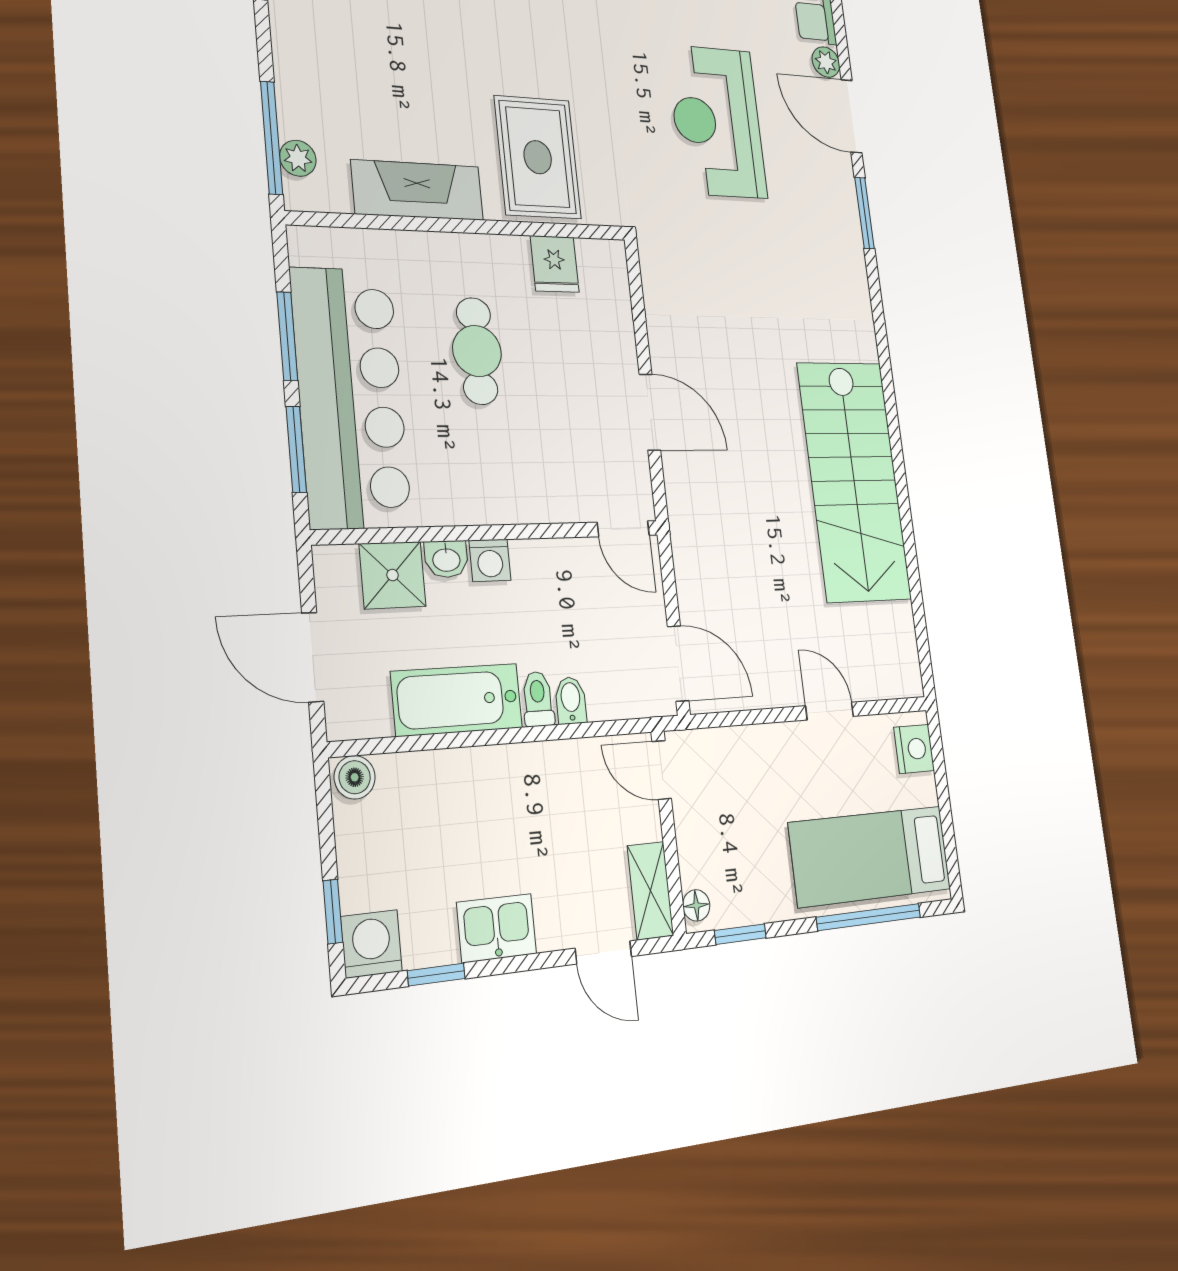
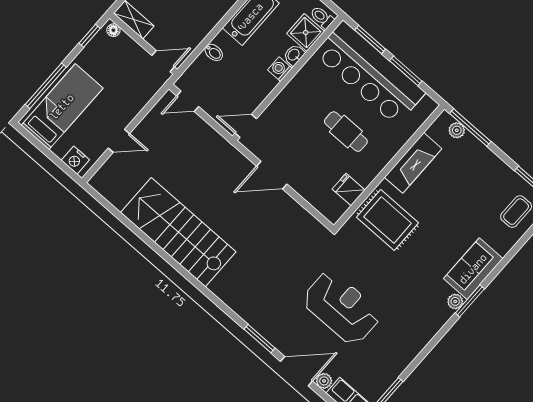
door: (678, 663) -> (188, 101), width x0.73
toilet: (538, 699) -> (322, 17), moved, turned 180

